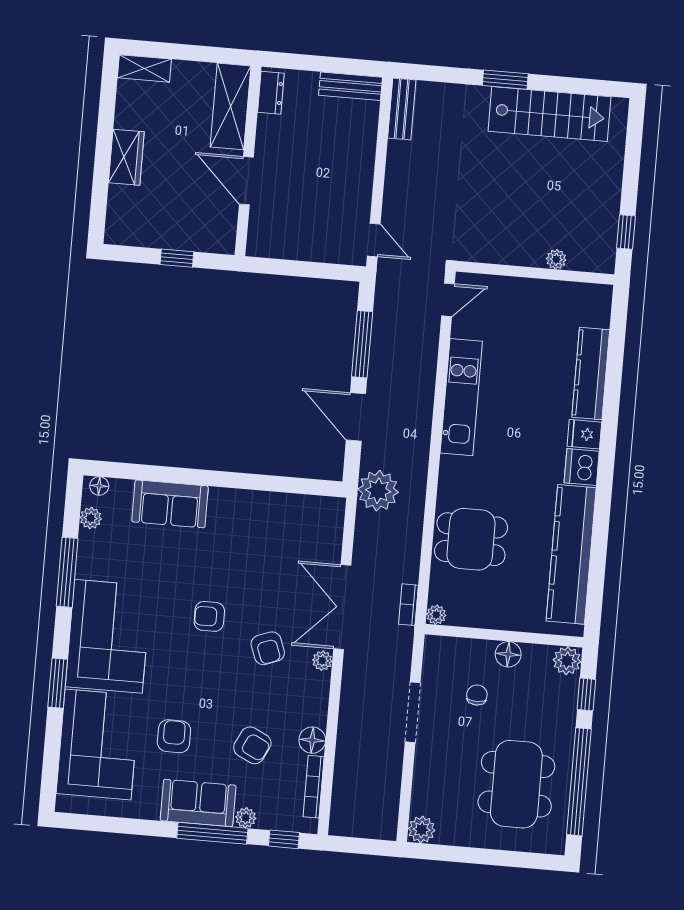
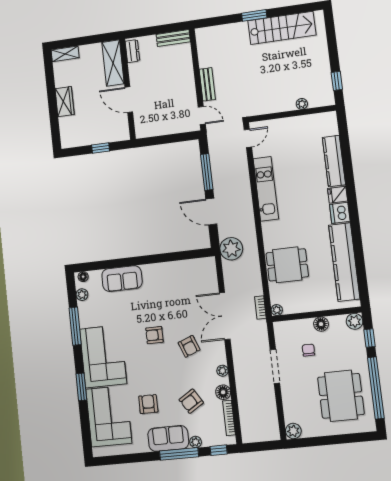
bench: (402, 109) -> (207, 84), moved
plant: (322, 661) -> (222, 371), moved
armchair: (252, 745) -> (191, 401), turned 122

